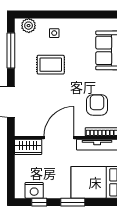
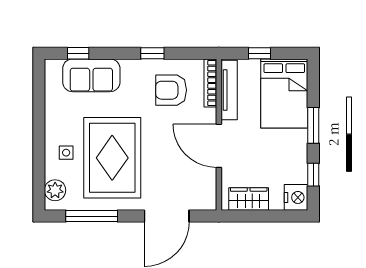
rug: (51, 65) -> (112, 158), width x1.86, depth x2.06
wardrobe: (28, 147) -> (249, 199), moved, turned -90
nightstand: (34, 190) -> (296, 197), moved

